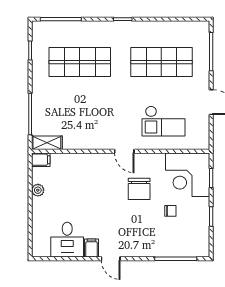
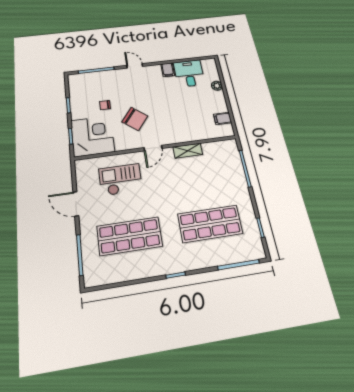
shelving: (47, 143) -> (188, 151), moved
door: (124, 151) -> (153, 148), swing flipped
filing cabinet: (41, 160) -> (223, 118), moved
chair: (139, 189) -> (135, 119), turned 128
plant: (38, 190) -> (217, 86), moved
door: (111, 259) -> (135, 66), moved

